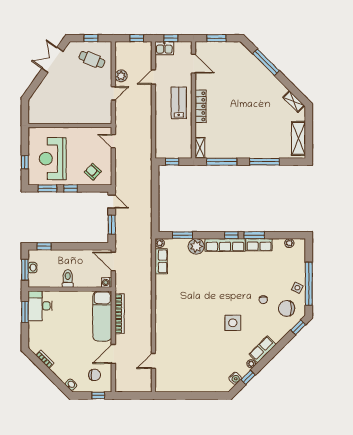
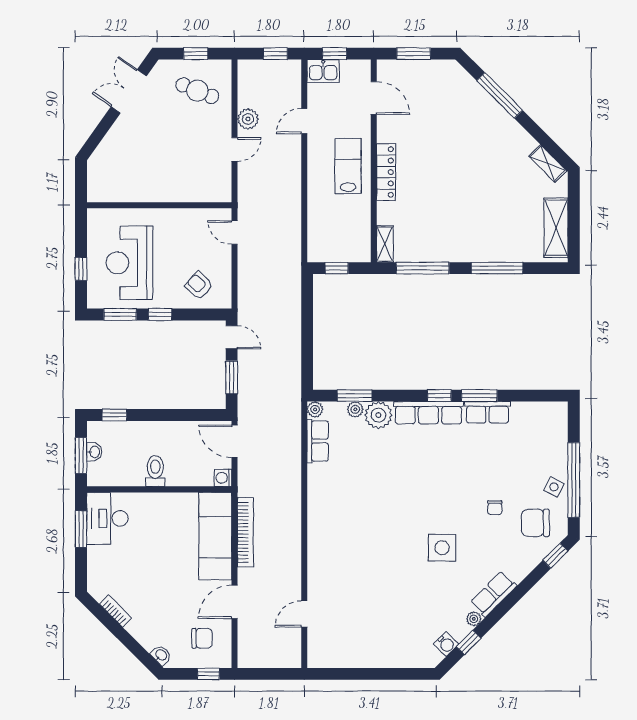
plant: (289, 243) -> (355, 409), moved

